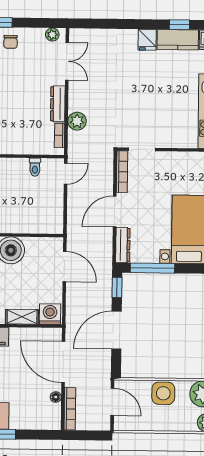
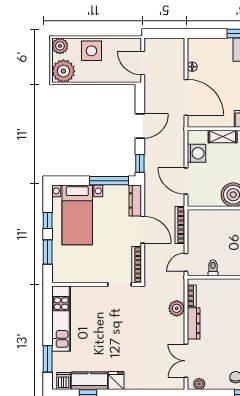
door: (115, 211) -> (143, 230), hinge flipped
washing machine: (50, 314) -> (197, 153), moved, turned -90
door: (116, 330) -> (140, 126), width x0.73
side table: (163, 393) -> (91, 51), moved
bookcase: (70, 409) -> (180, 225), moved

